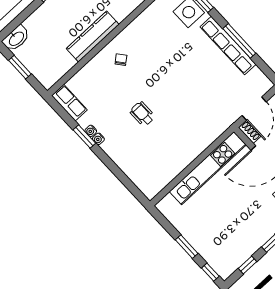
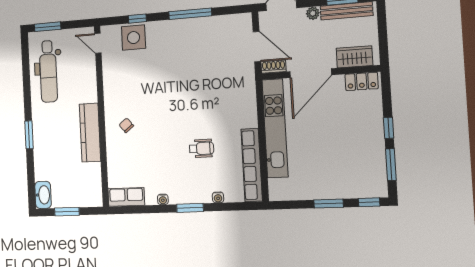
row of seats: (228, 46) -> (252, 165), moved, turned 90
wheelchair: (142, 114) -> (201, 148), moved, turned 180
window: (84, 137) -> (190, 208), moved
water cooler: (98, 139) -> (218, 197), moved
window: (247, 265) -> (391, 165), width x1.50

